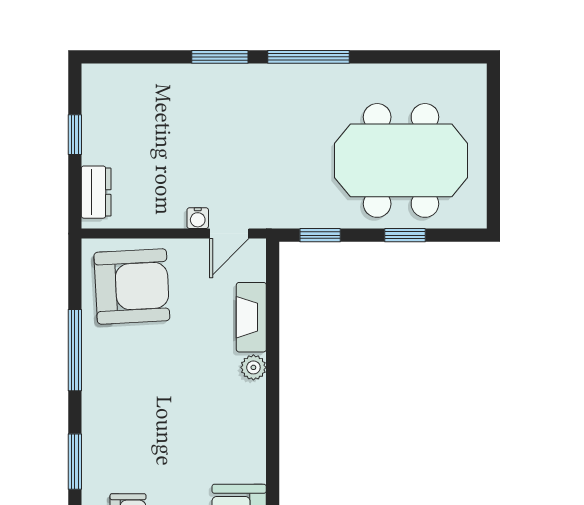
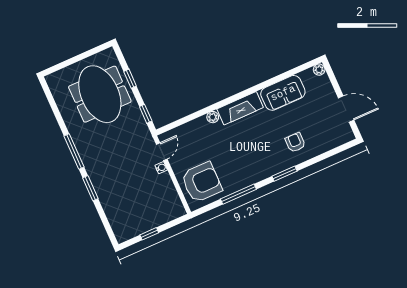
dresser: (96, 192) -> (169, 214), removed
door: (229, 234) -> (162, 152), hinge flipped
armchair: (132, 287) -> (202, 182), turned 93
fireplace: (251, 317) -> (240, 108), moved, width x1.37, depth x1.32

